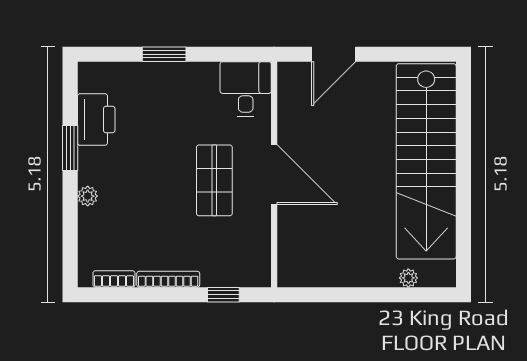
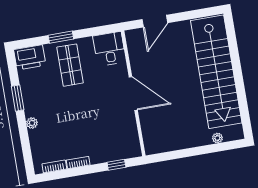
printer: (96, 120) -> (30, 57), moved, turned 90
shop shelf: (214, 180) -> (70, 65), moved
bookcase: (168, 279) -> (78, 163), width x0.64

